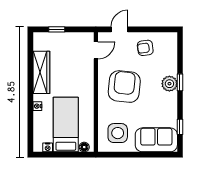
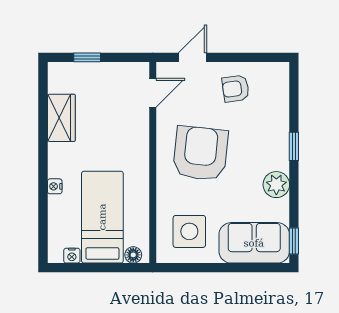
wardrobe: (41, 72) -> (61, 118), width x0.67
plant: (169, 84) -> (276, 185), moved
window: (180, 127) -> (294, 241), moved

